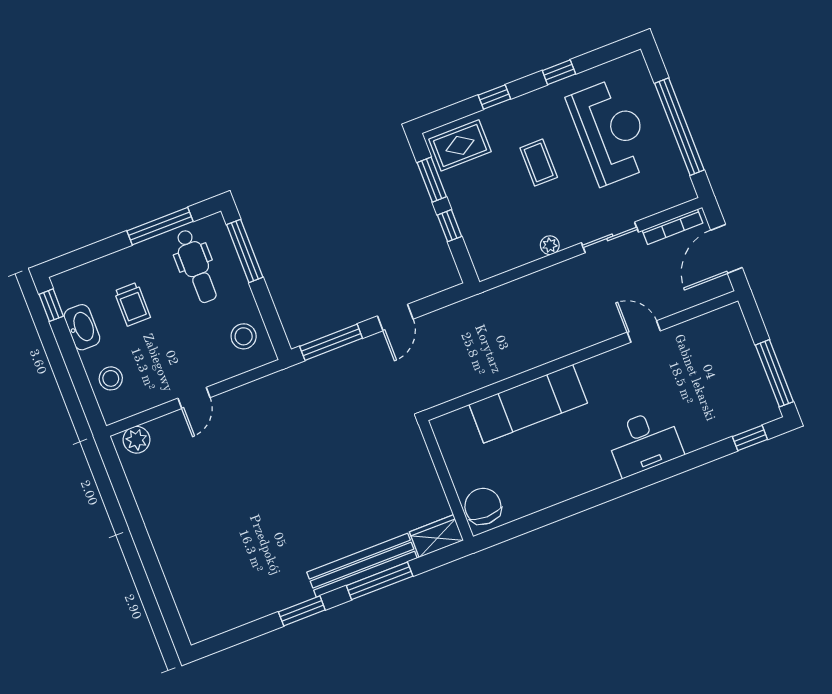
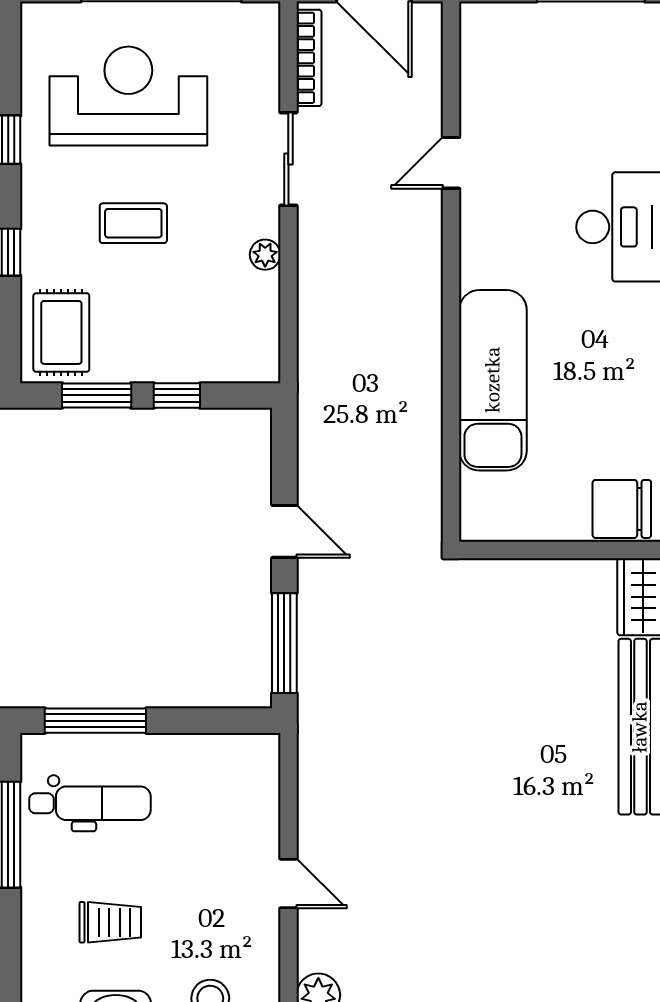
stool: (244, 336) -> (224, 772), removed

